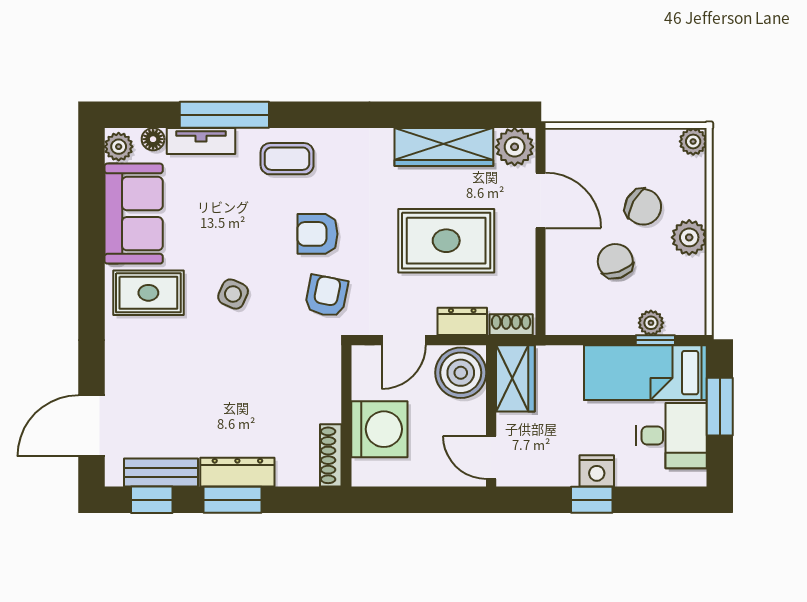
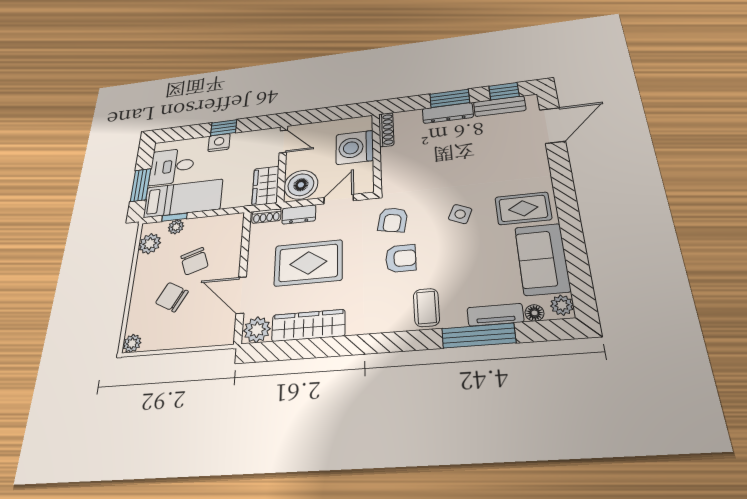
coffee table: (287, 159) -> (426, 307), turned 90
plant: (689, 237) -> (150, 244), moved

